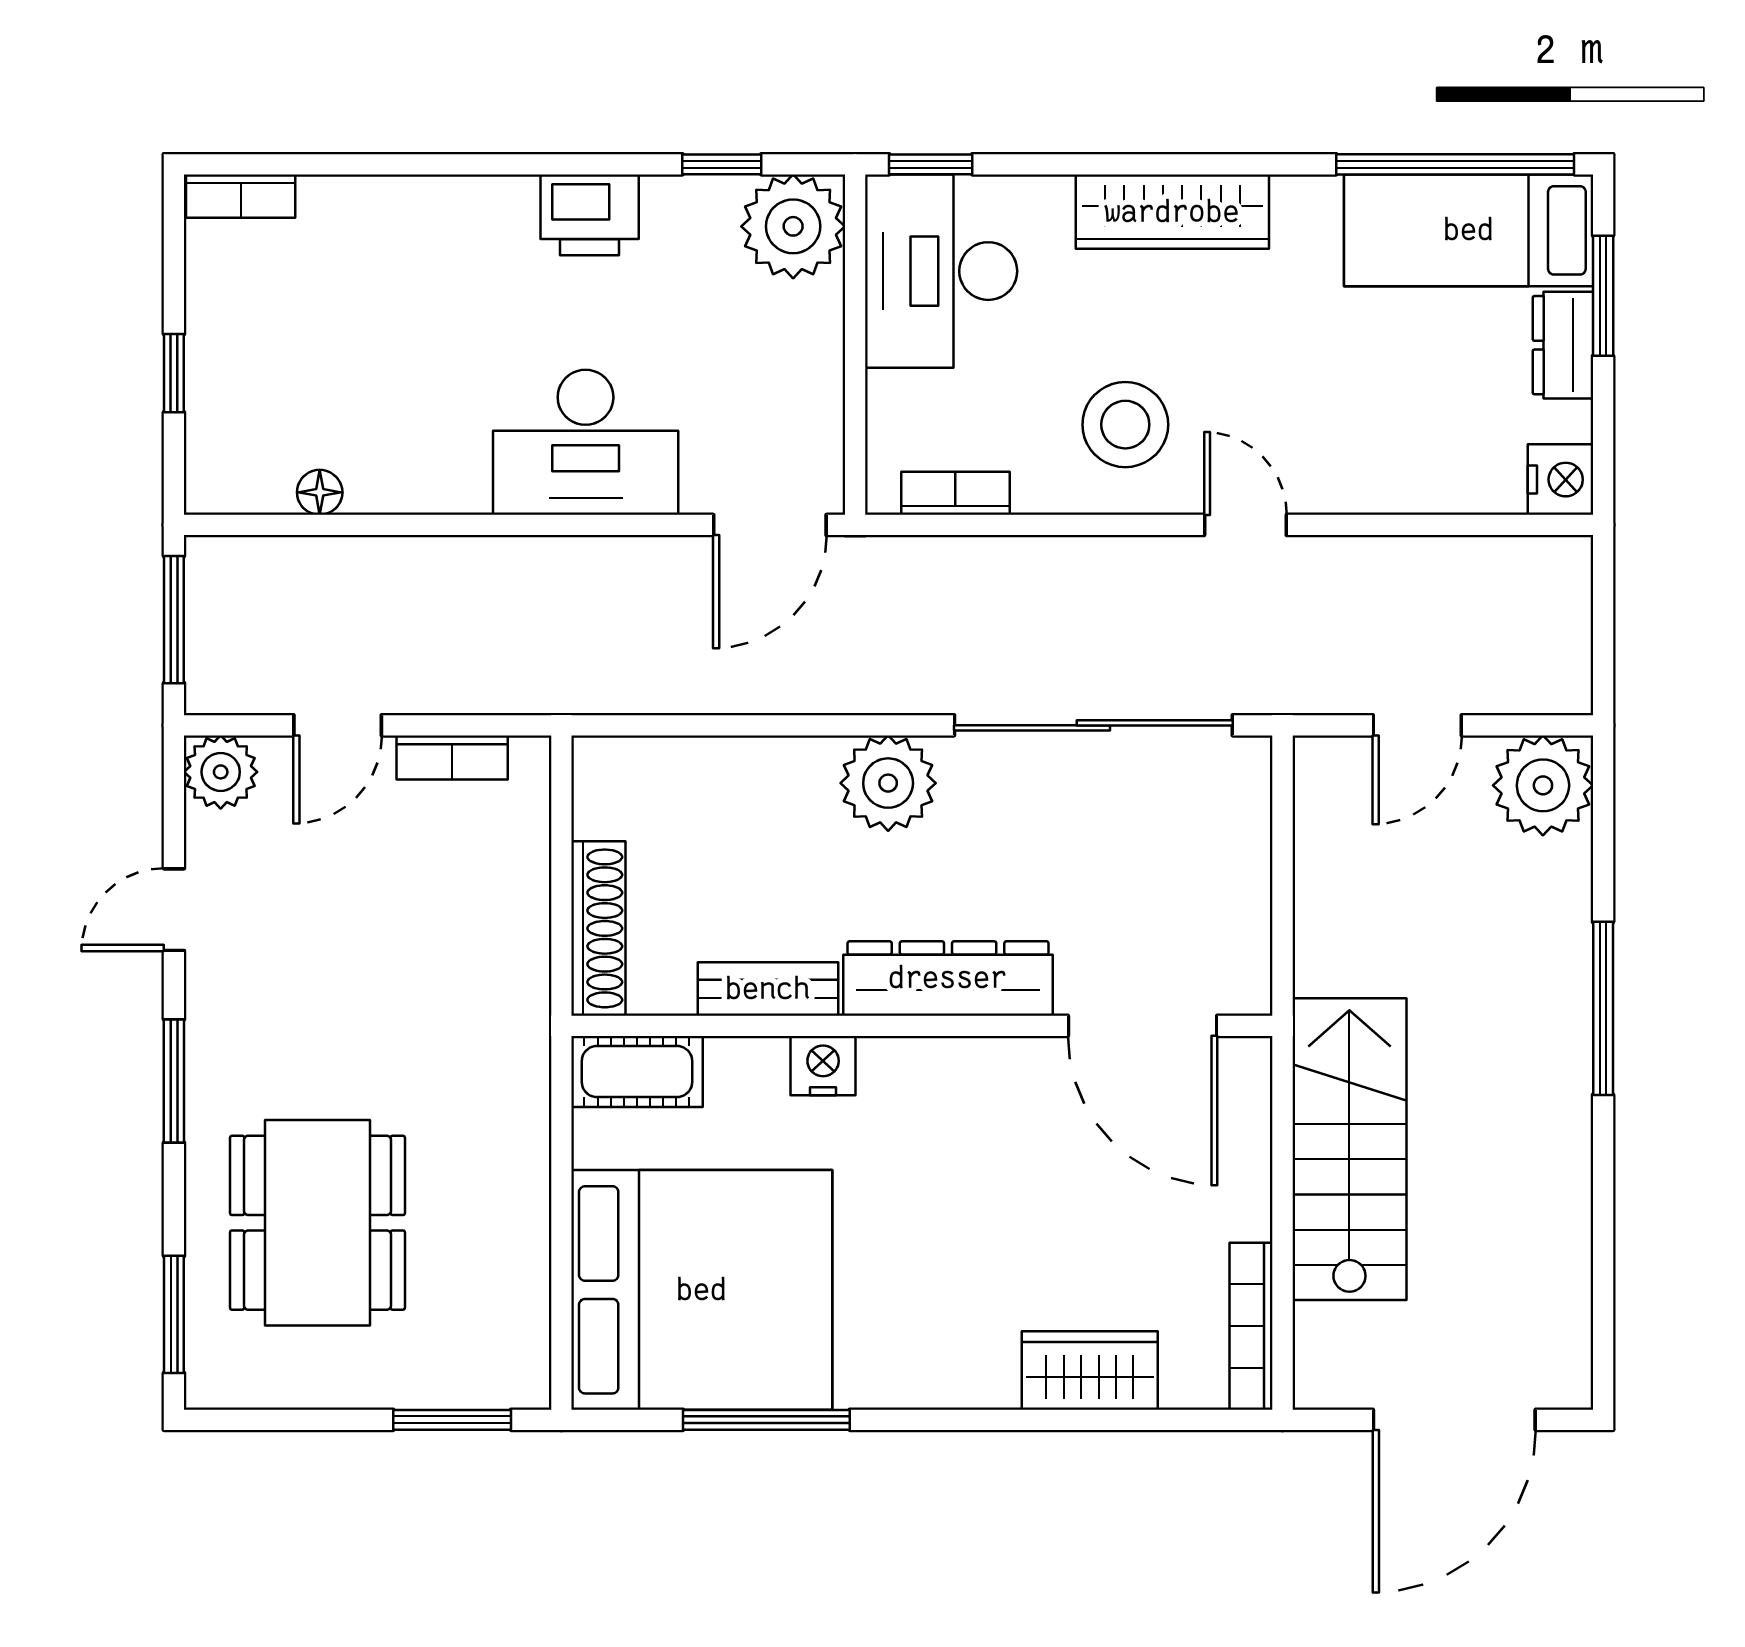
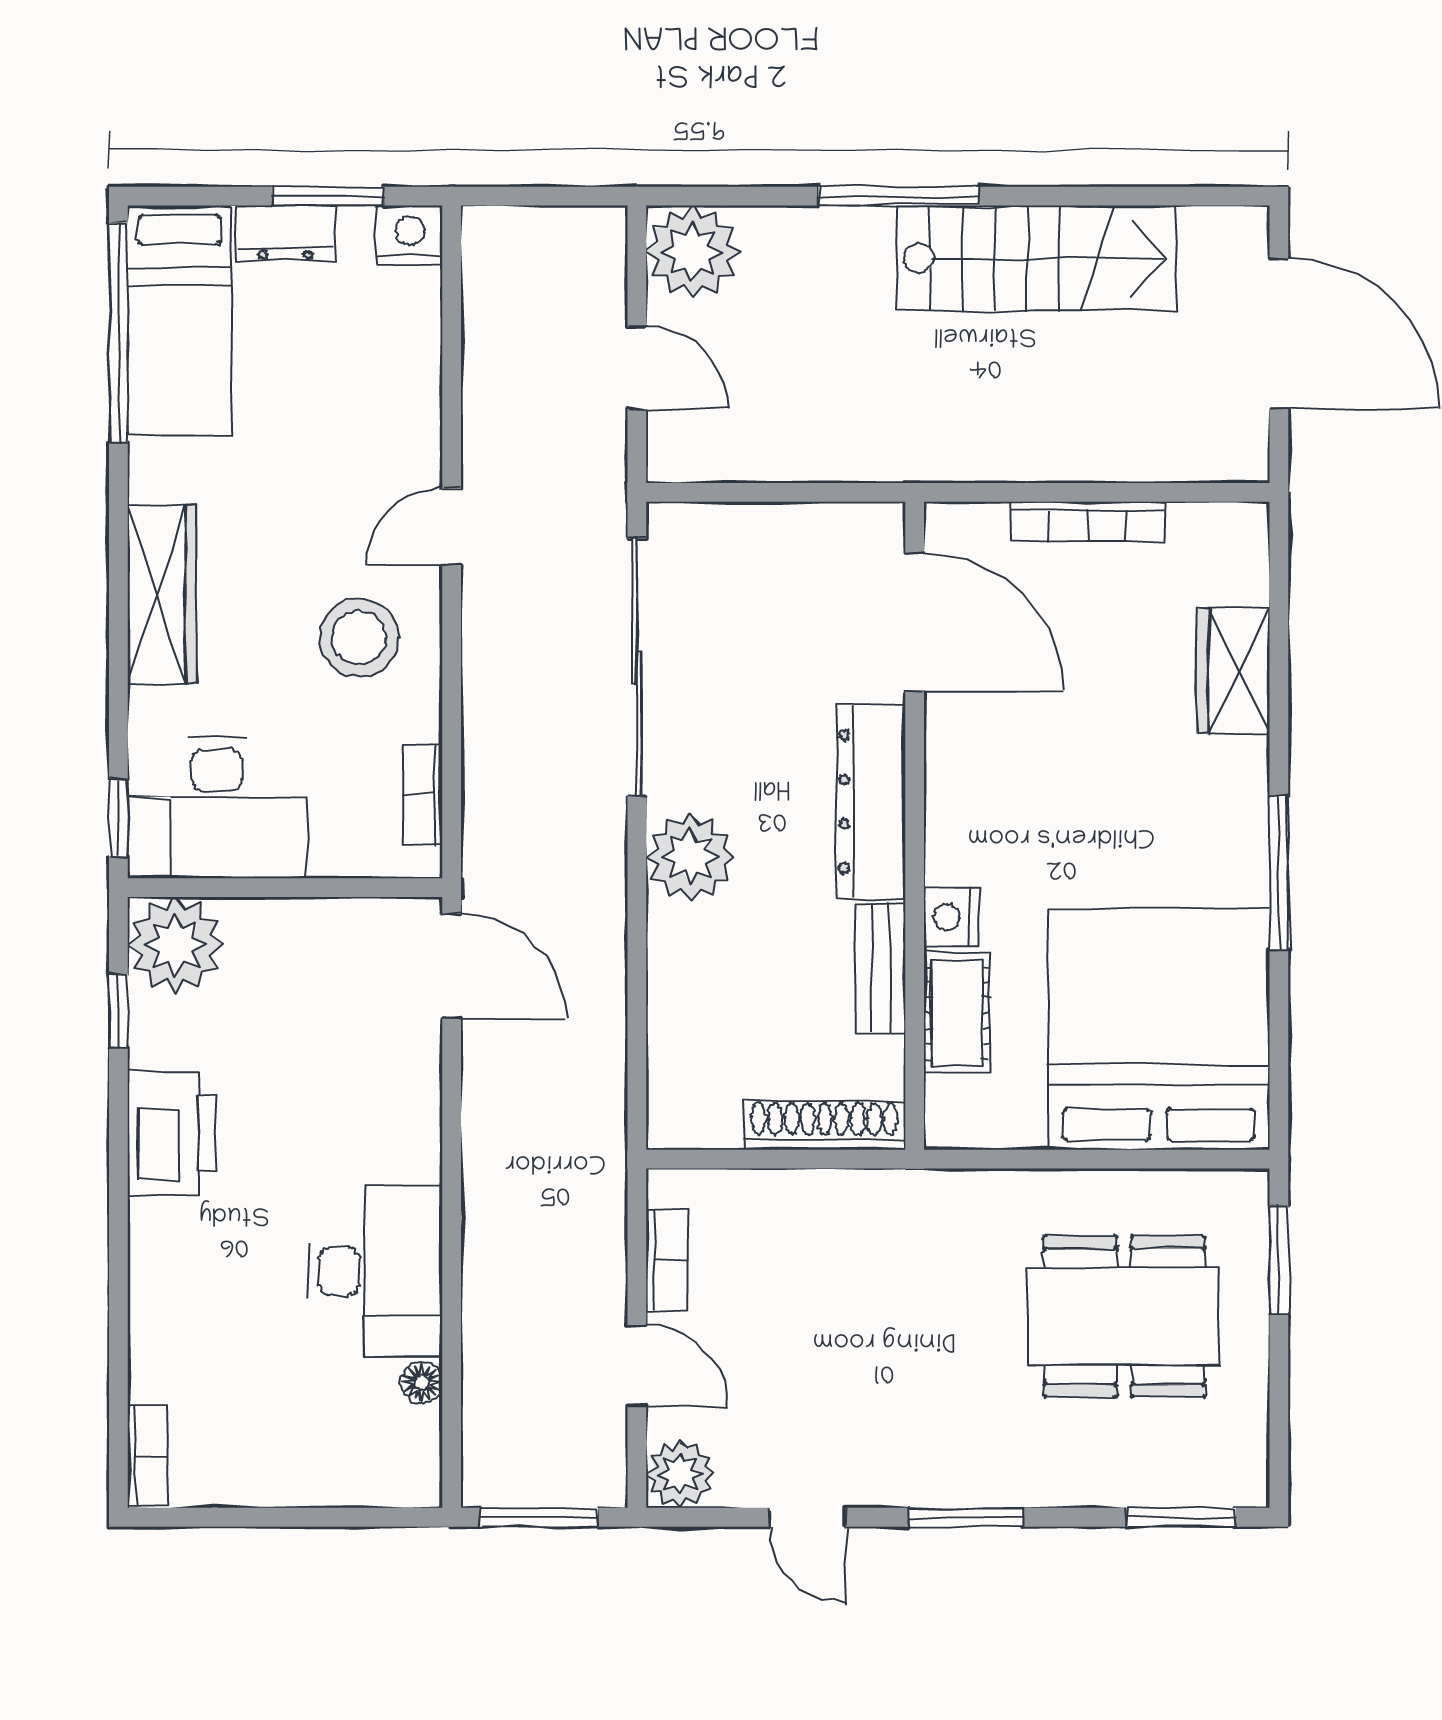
printer: (590, 215) -> (172, 1133), width x1.37, depth x1.19
window: (1603, 296) -> (327, 196), moved
window: (174, 373) -> (311, 1517), removed
desk: (586, 442) -> (375, 1271), moved
door: (1143, 1026) -> (915, 622), hinge flipped
cot: (637, 1072) -> (957, 1013), moved
stairs: (1349, 1149) -> (1036, 258), moved, turned 180
dining table: (317, 1223) -> (1124, 1316), moved
bookcase: (1251, 1326) -> (1088, 522), moved
window: (766, 1420) -> (1279, 873), moved

